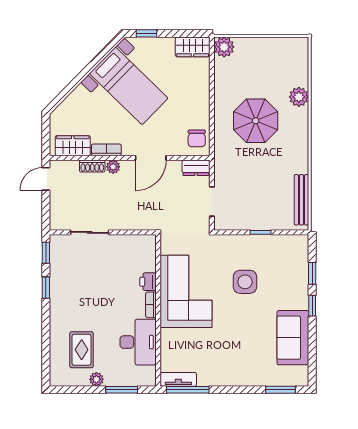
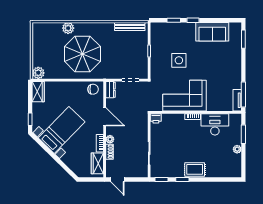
parasol: (256, 121) -> (82, 54), width x1.36, depth x1.36
printer: (148, 282) -> (156, 118), moved
rug: (82, 350) -> (195, 169), moved

